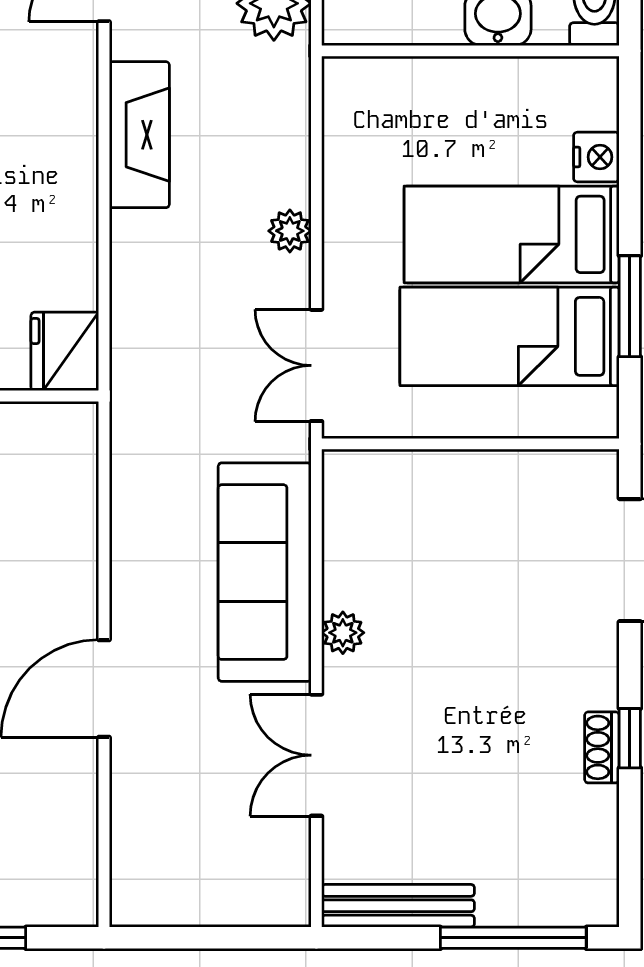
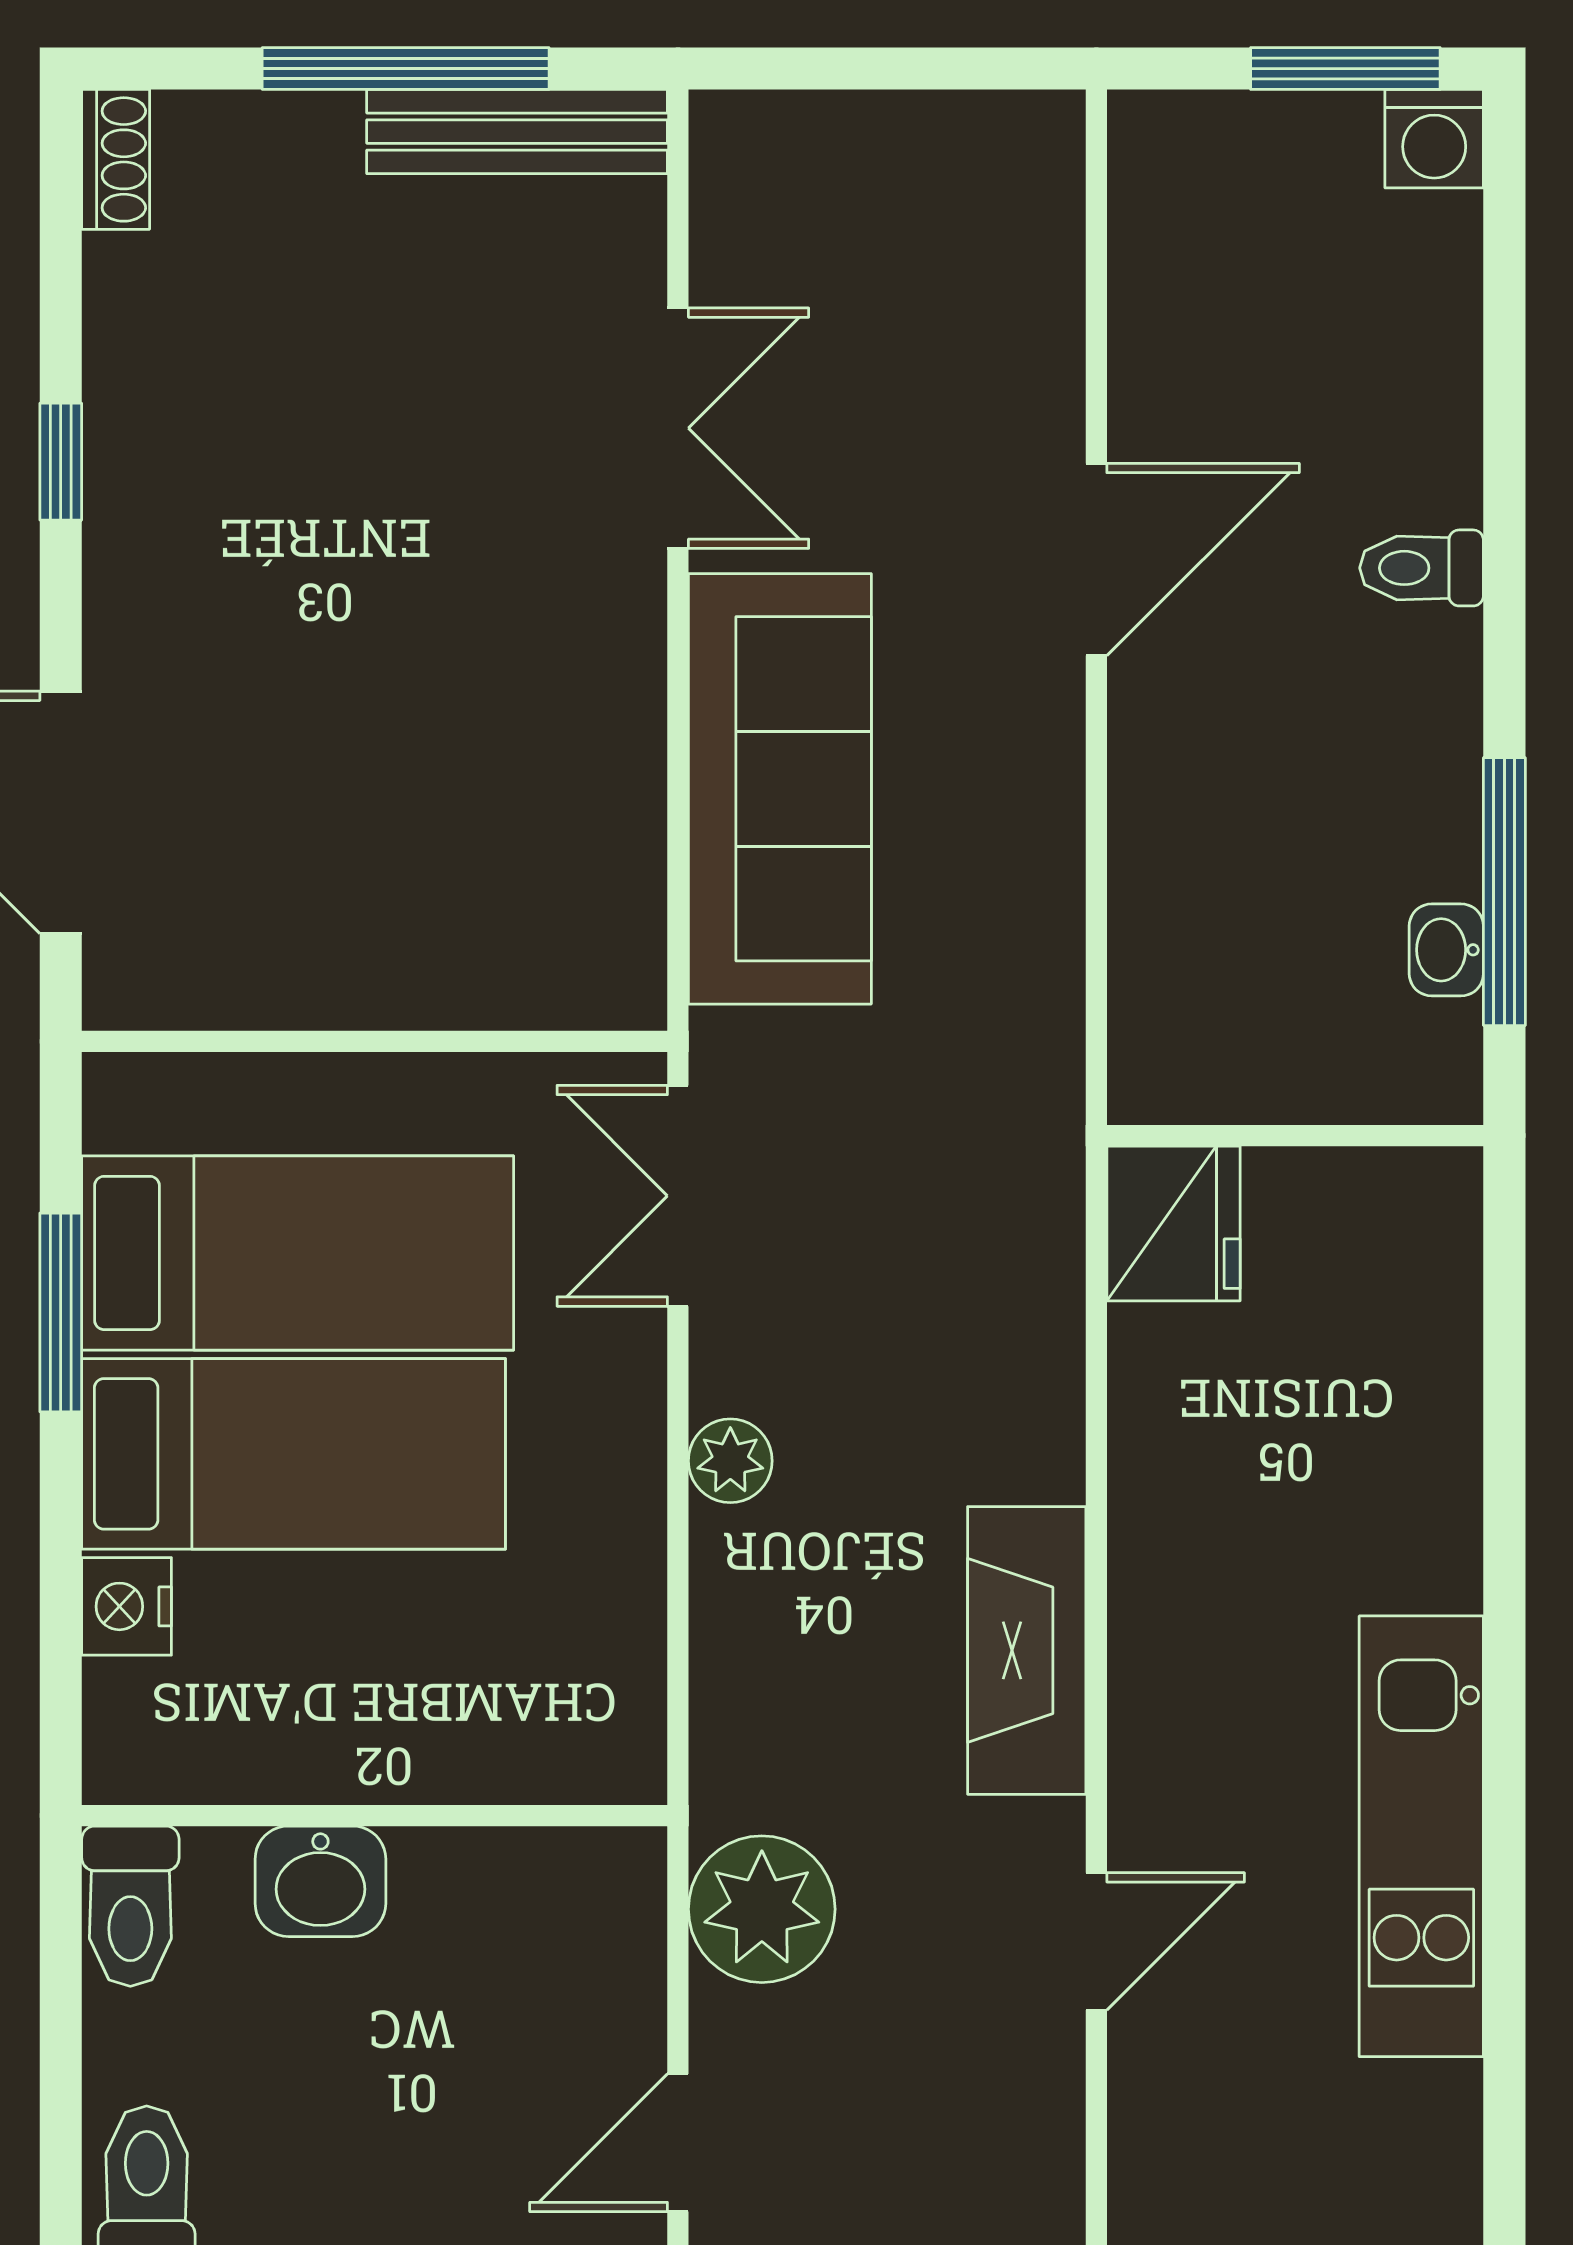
double door: (316, 365) -> (678, 1196), swing flipped
plant: (343, 633) -> (626, 669), removed
shoe rack: (602, 747) -> (116, 159), moved
window: (513, 938) -> (406, 69), moved

